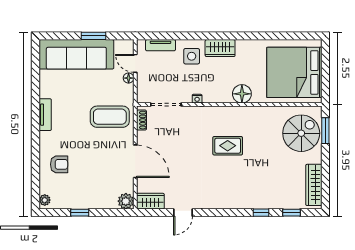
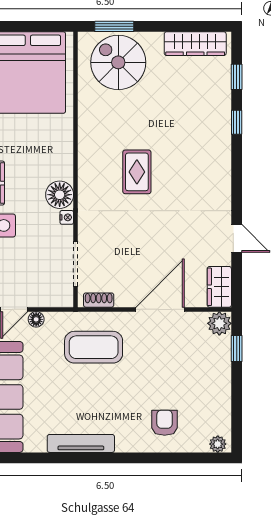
floor lamp: (242, 94) -> (60, 195), moved
tv unit: (45, 115) -> (81, 443), width x1.41
coffee table: (110, 117) -> (94, 347), turned 90
window: (80, 213) -> (237, 348), moved

